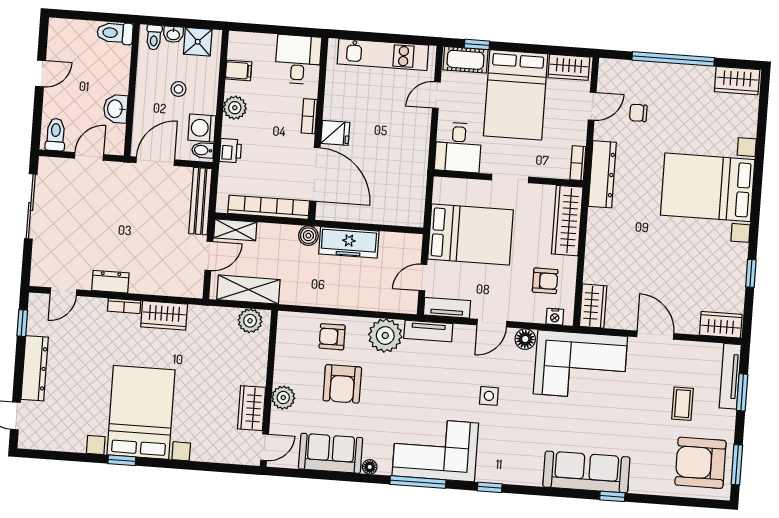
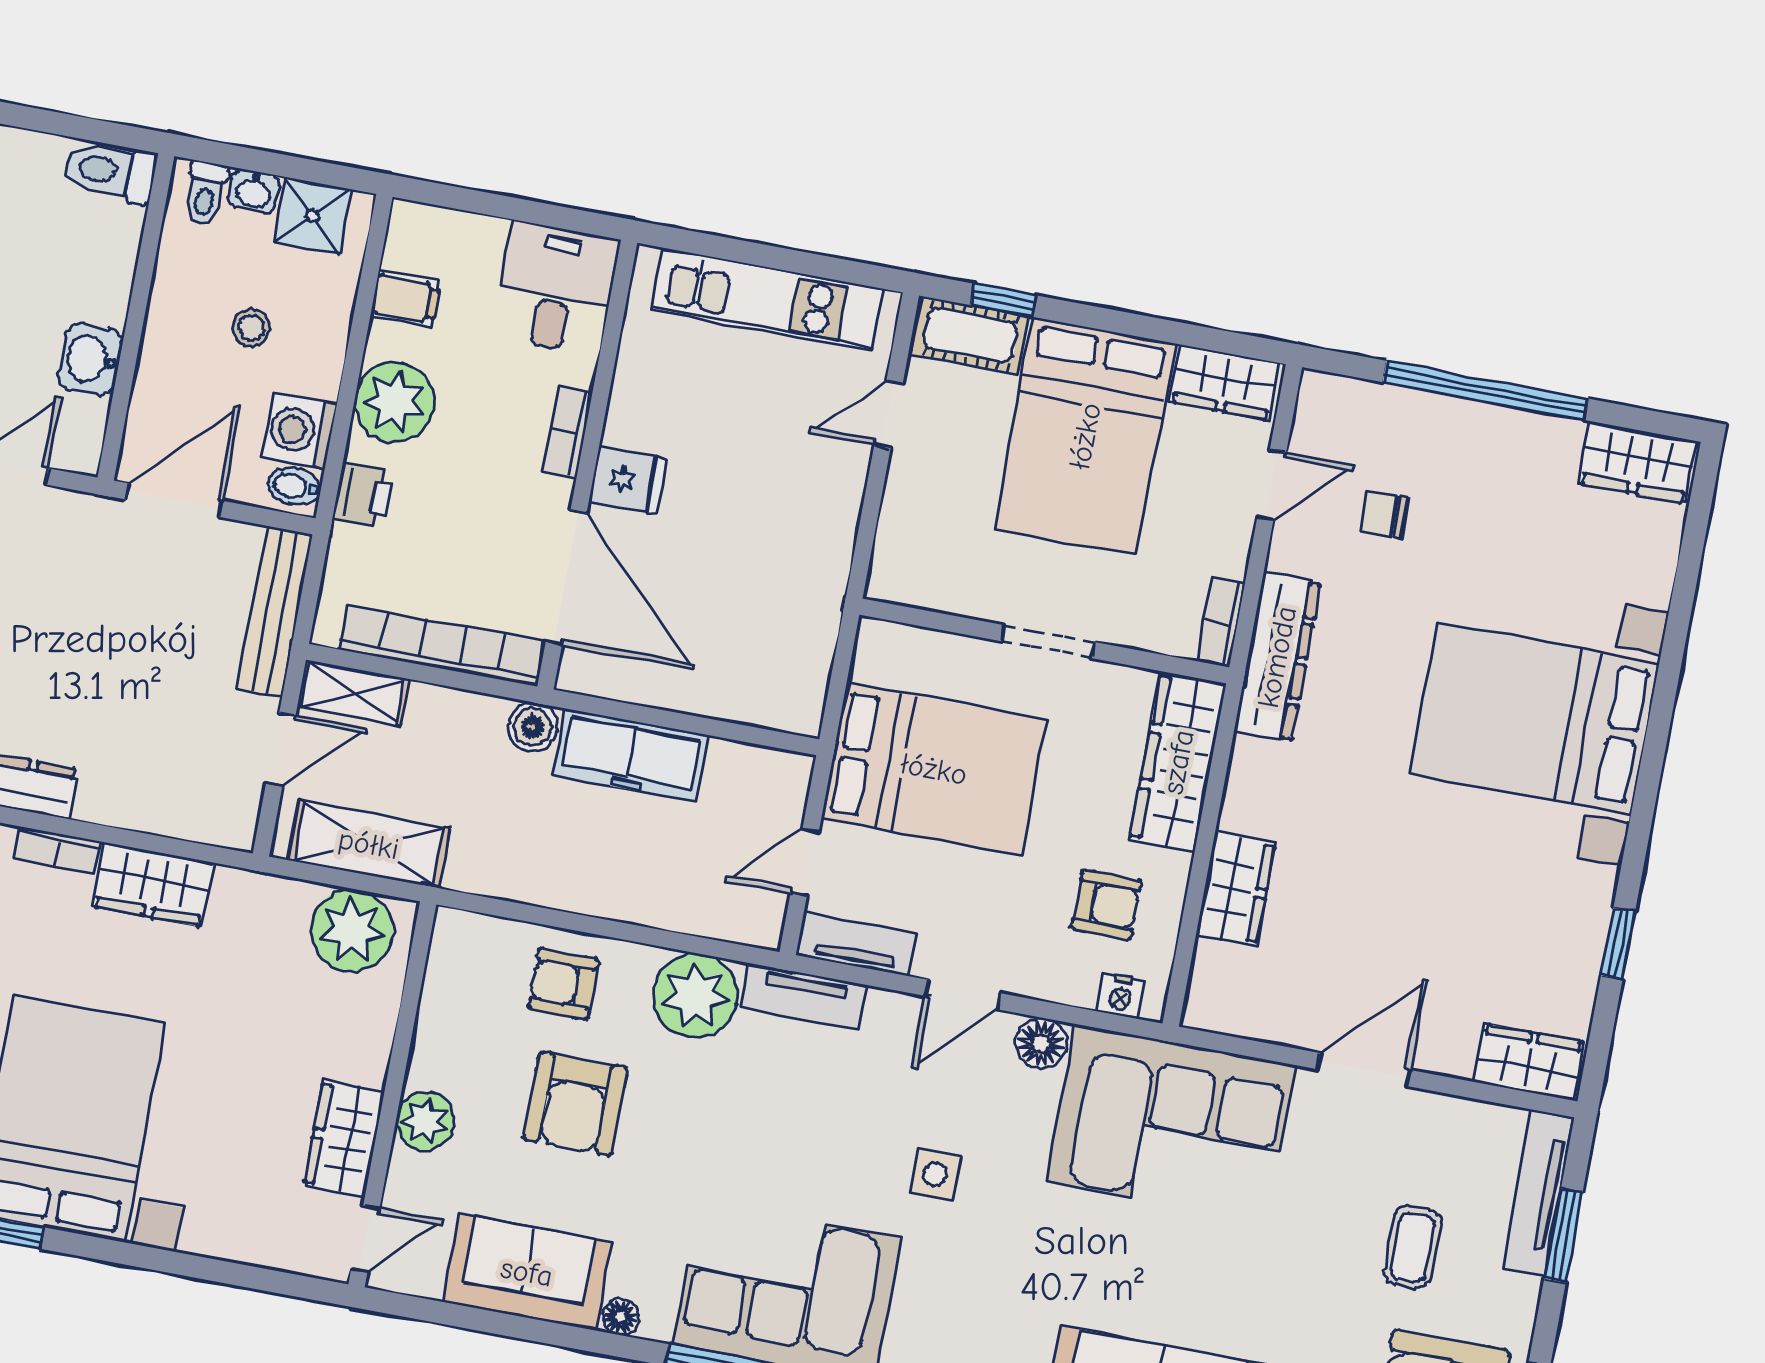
plant: (235, 108) -> (394, 402), width x1.36, depth x1.36
desk: (458, 147) -> (928, 550), removed
wardrobe: (593, 306) -> (1236, 889), moved
plant: (250, 321) -> (352, 930), width x1.36, depth x1.36
door: (655, 335) -> (1364, 1070), hinge flipped

